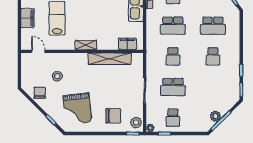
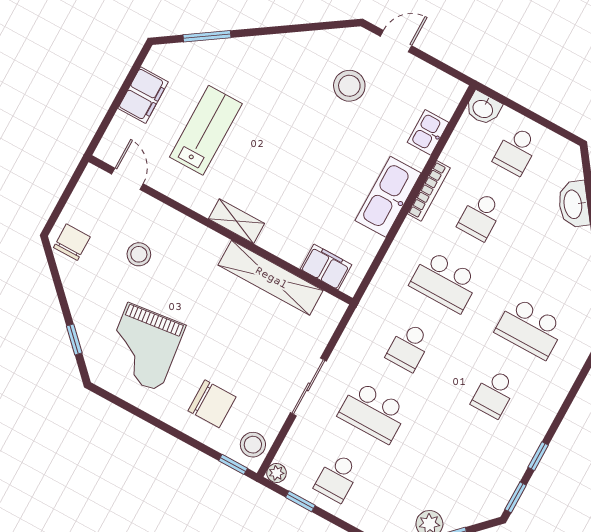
chair: (40, 93) -> (72, 242), moved

